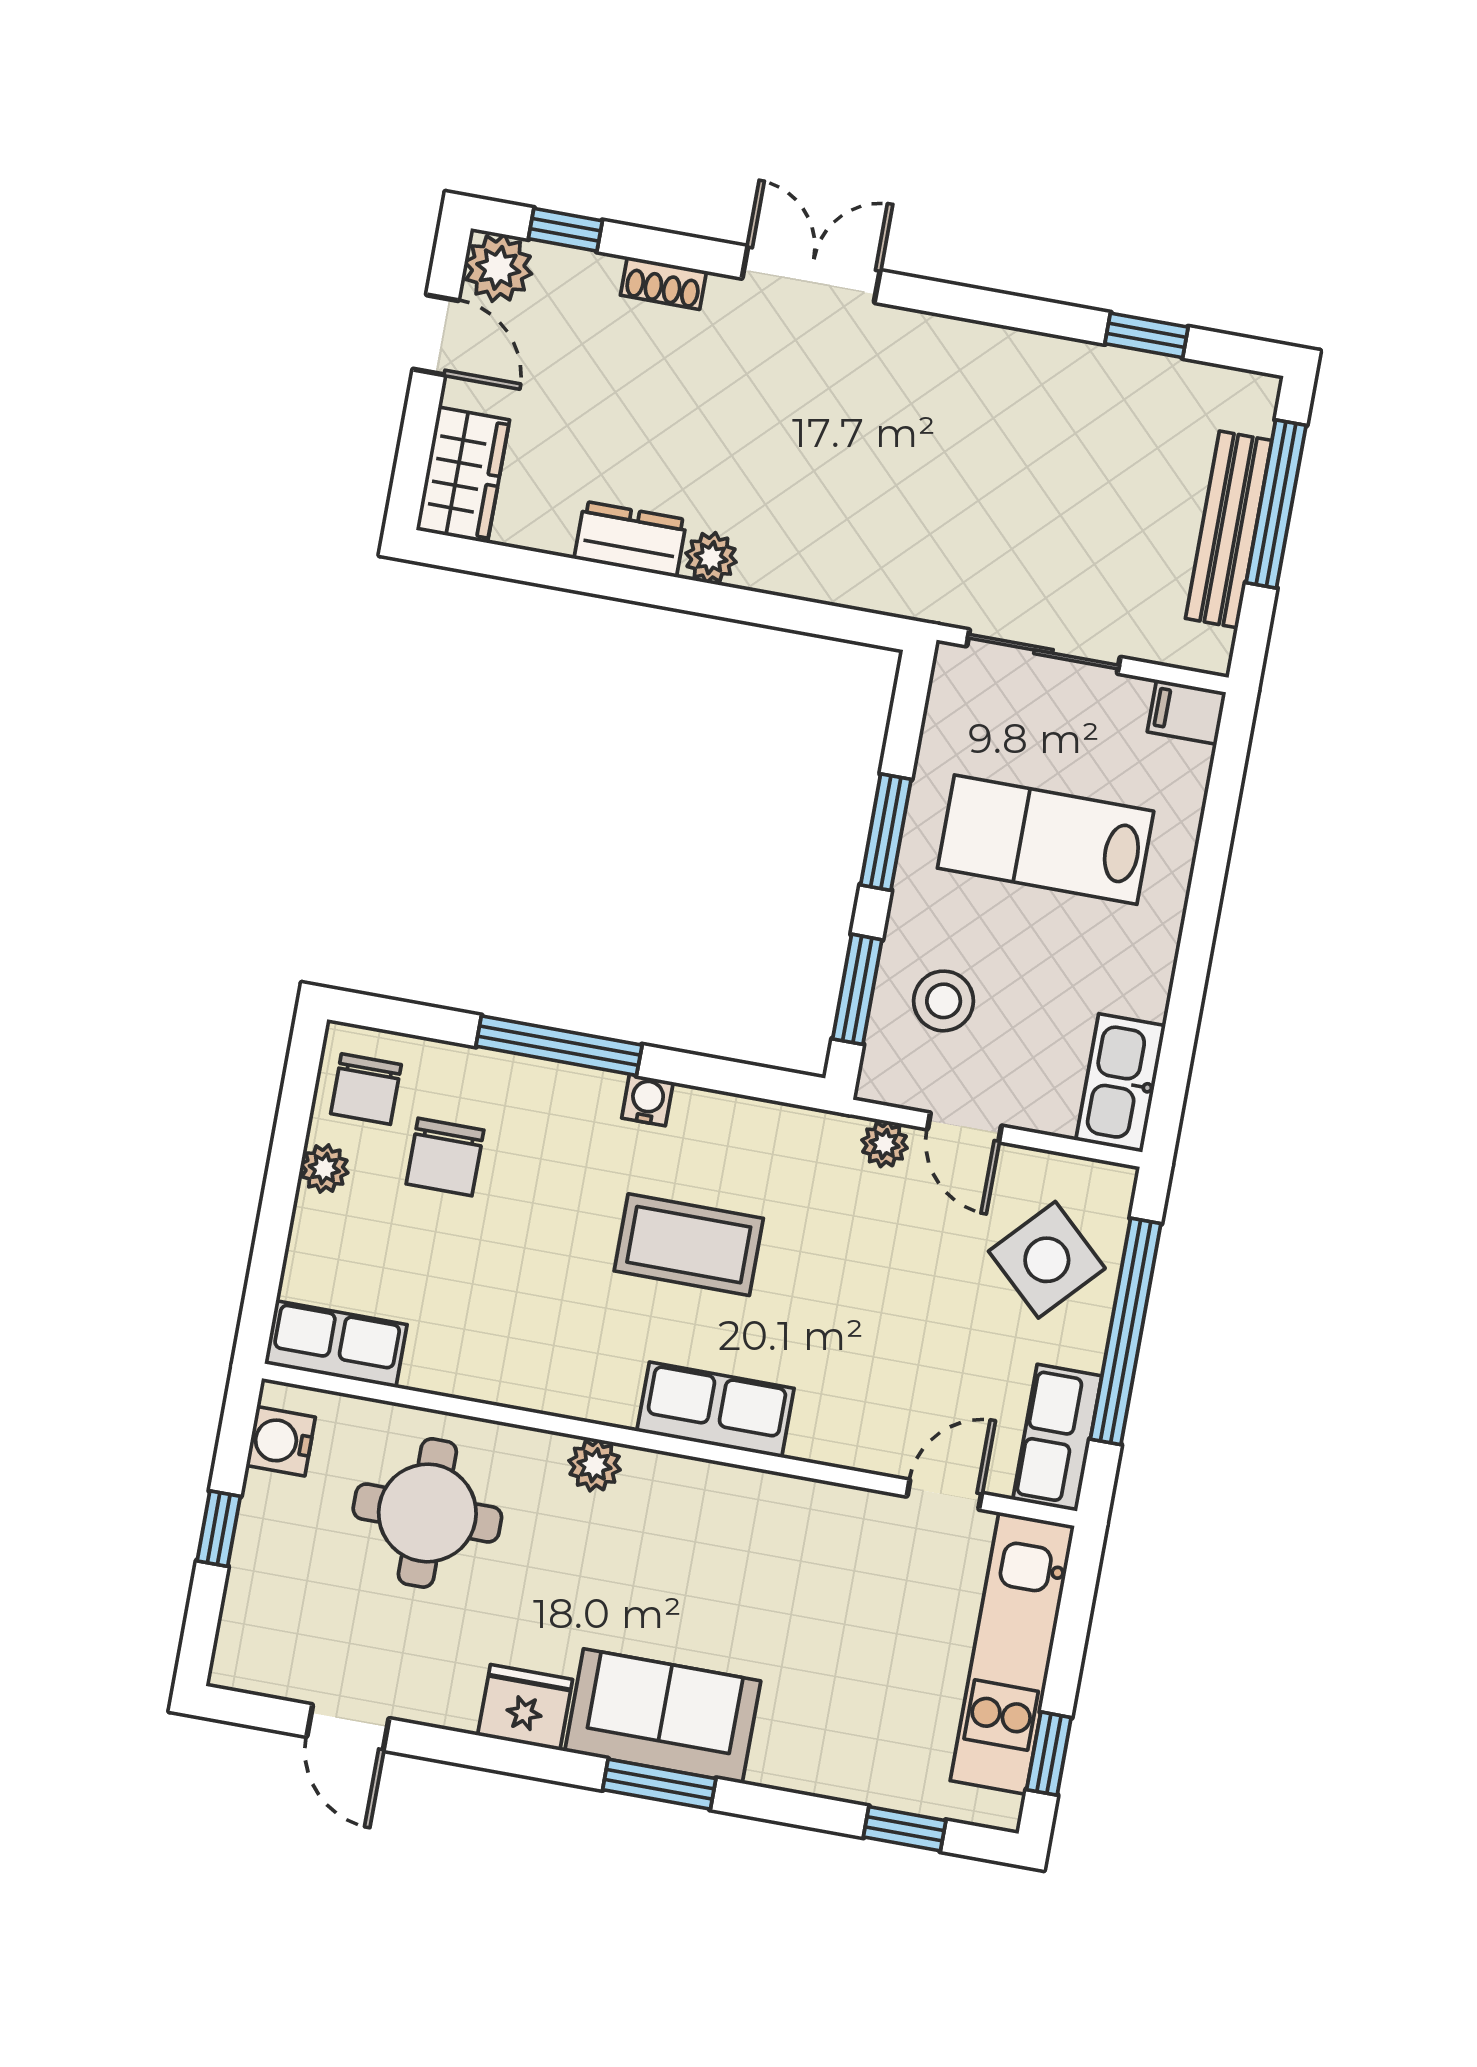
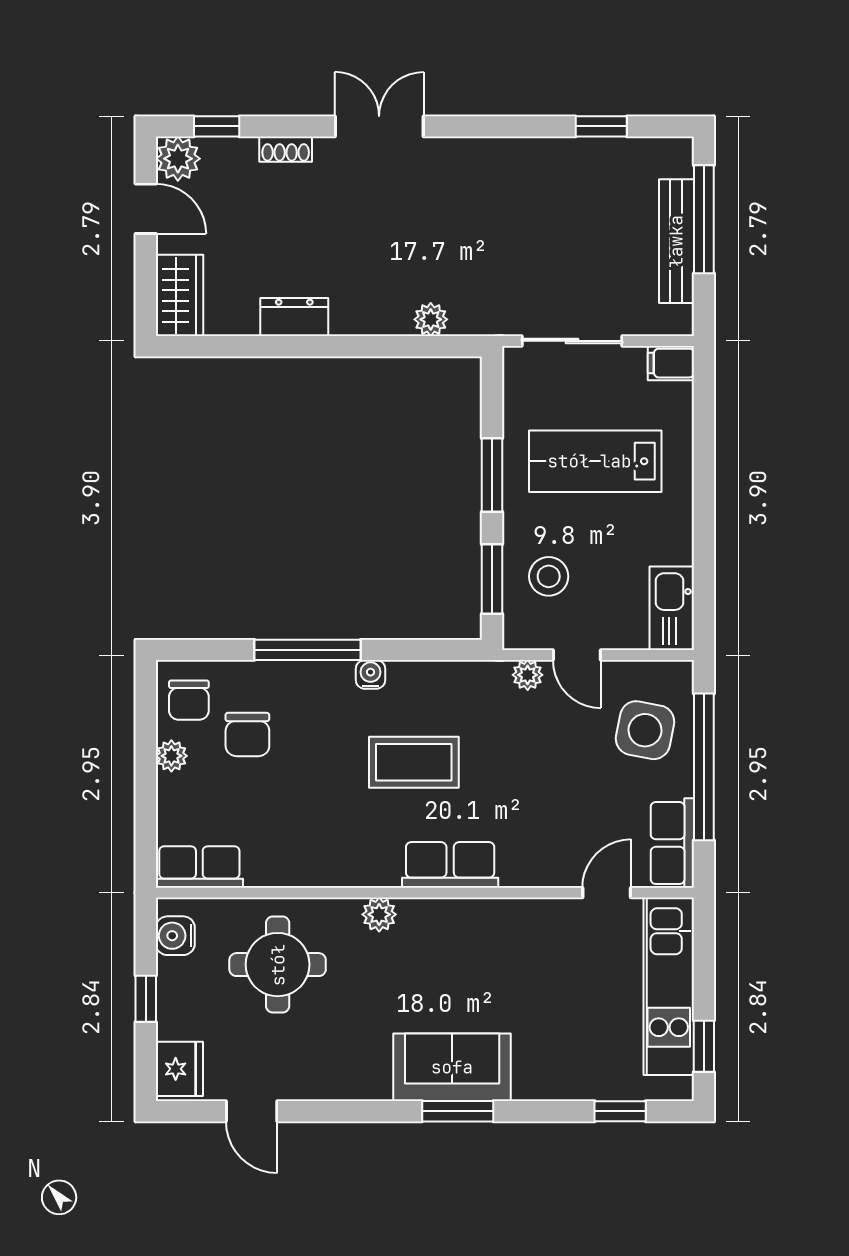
plant: (711, 558) -> (431, 319), moved
side table: (1047, 1260) -> (645, 730), turned -32
fridge: (525, 1707) -> (179, 1069), moved, turned 90

